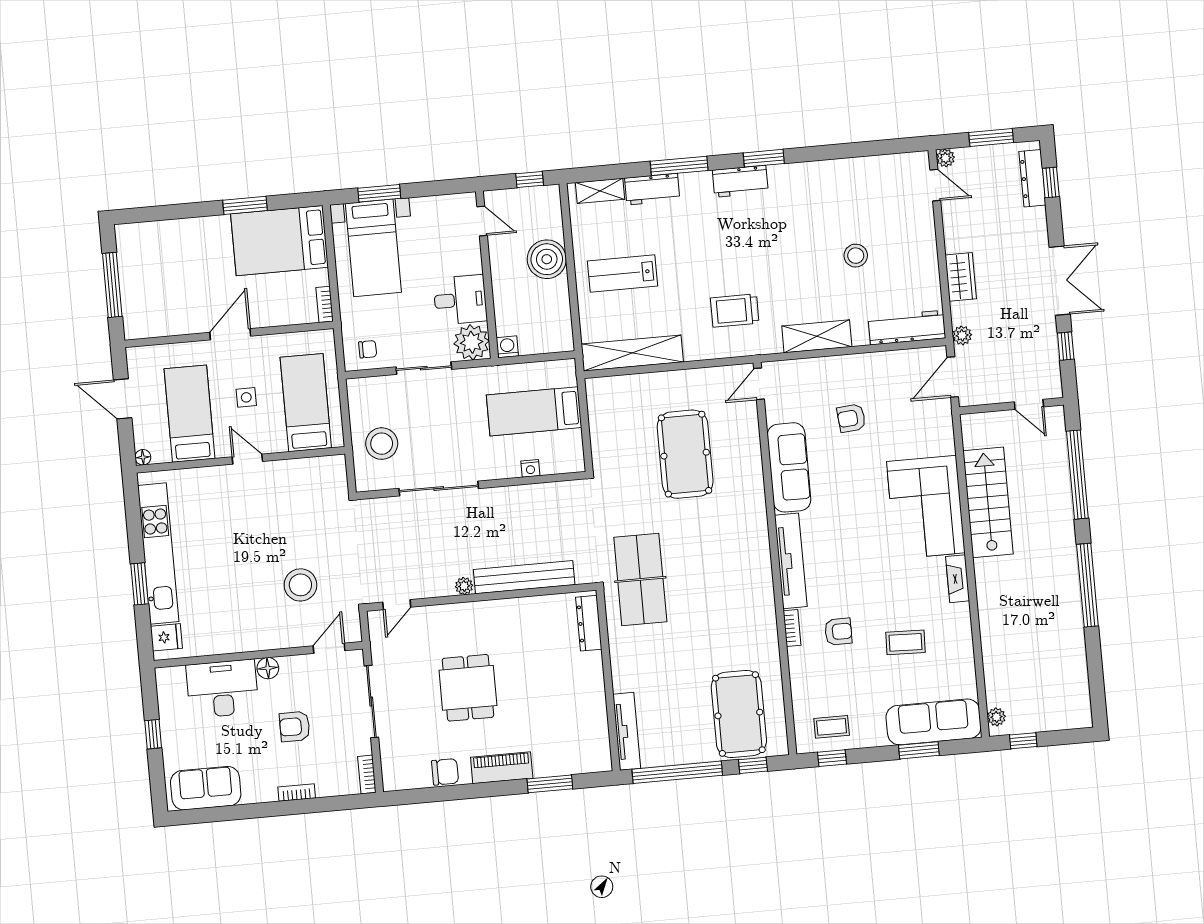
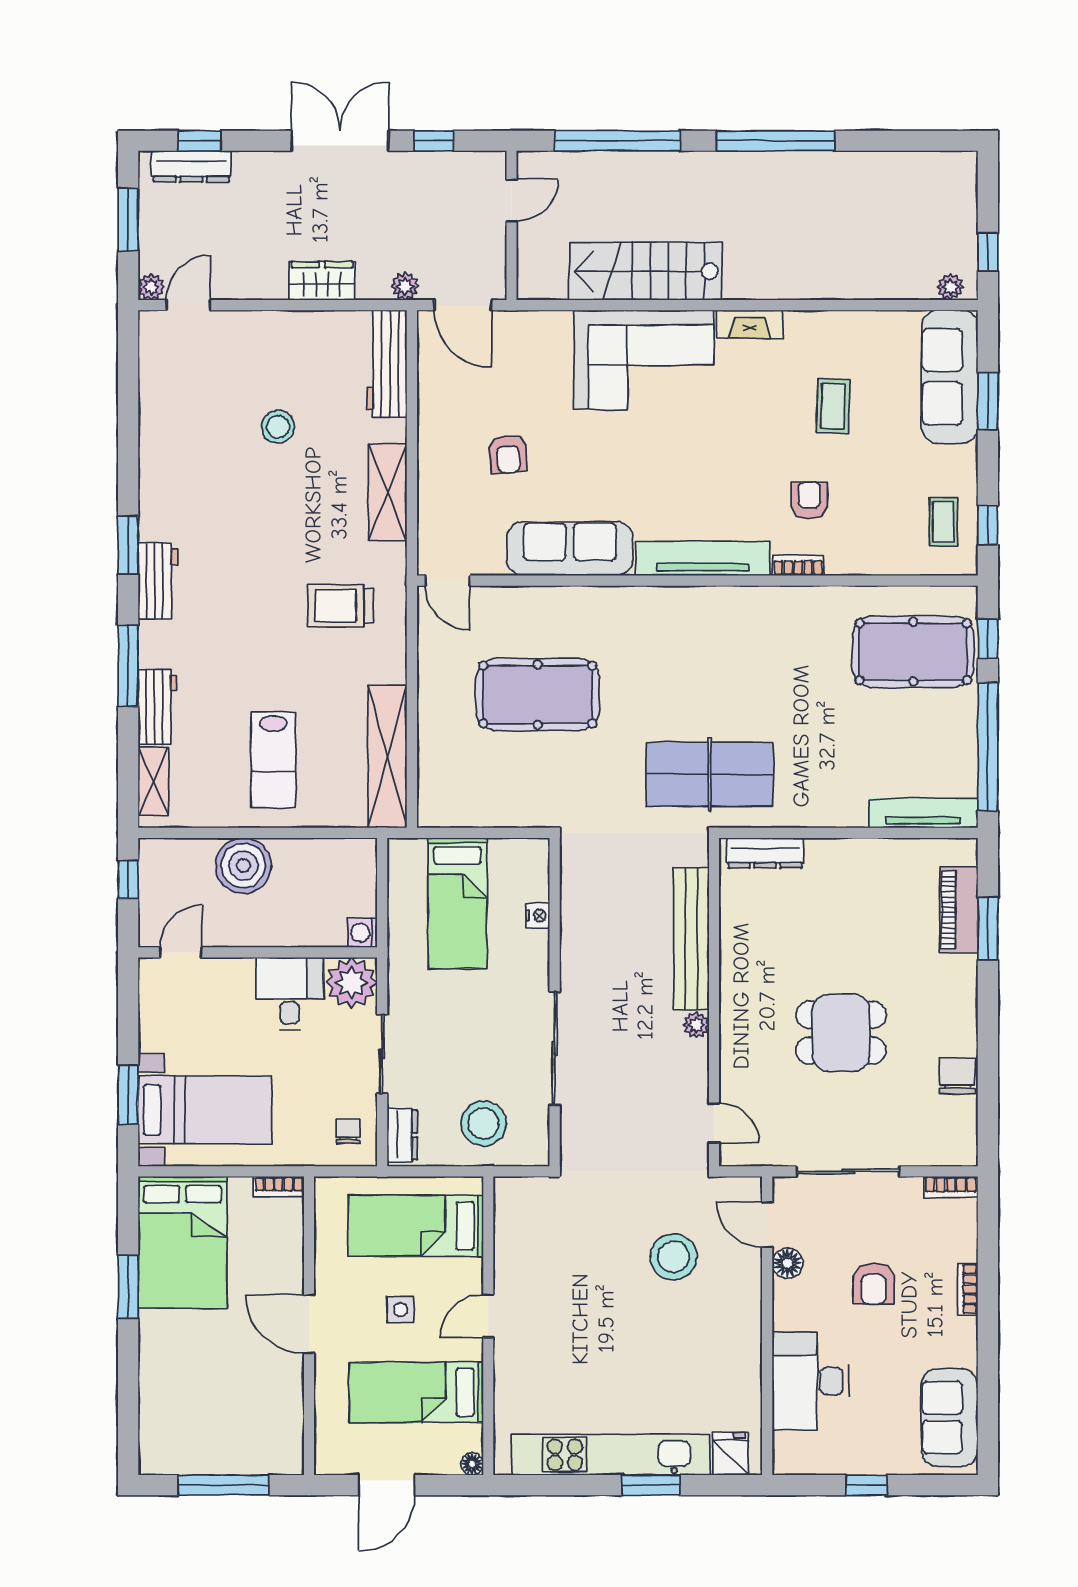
trolley: (735, 311) -> (340, 606), turned 90
dresser: (368, 387) -> (402, 1135), added
floor lamp: (268, 668) -> (787, 1263), moved
piano: (502, 768) -> (959, 910), moved

